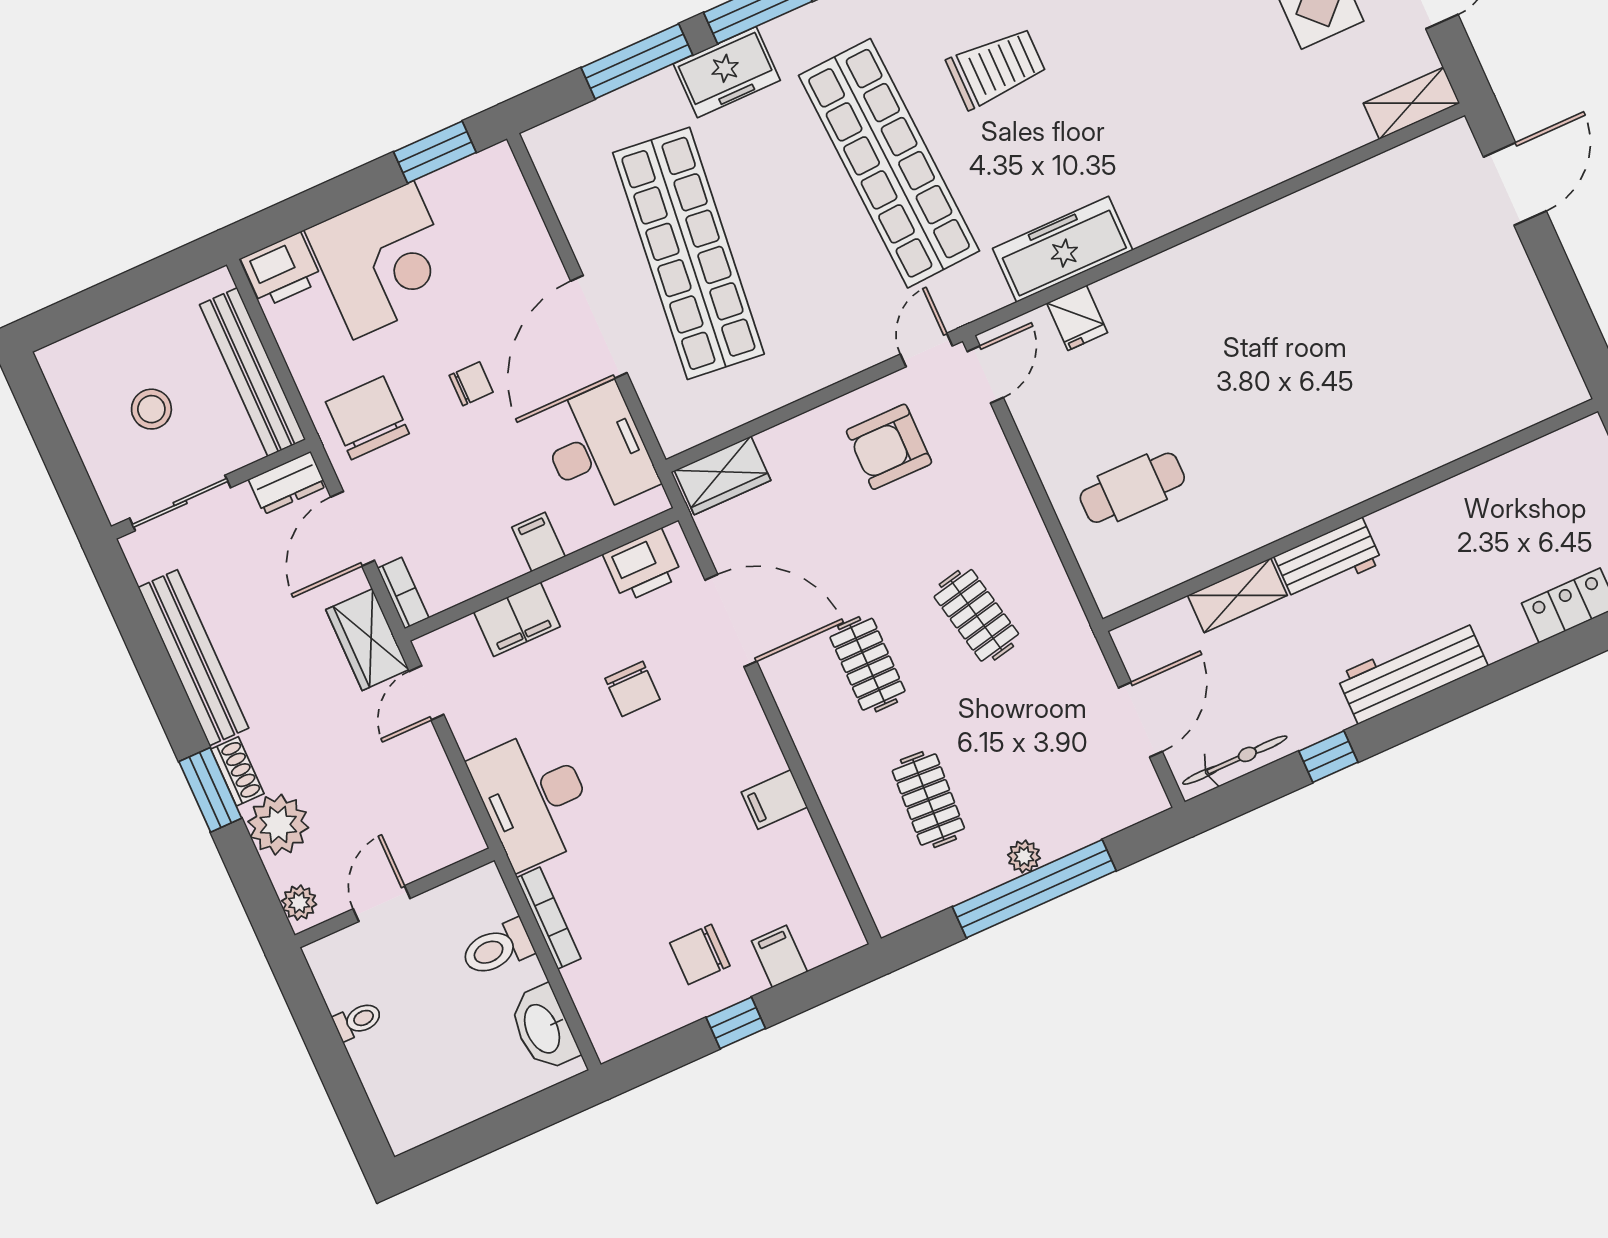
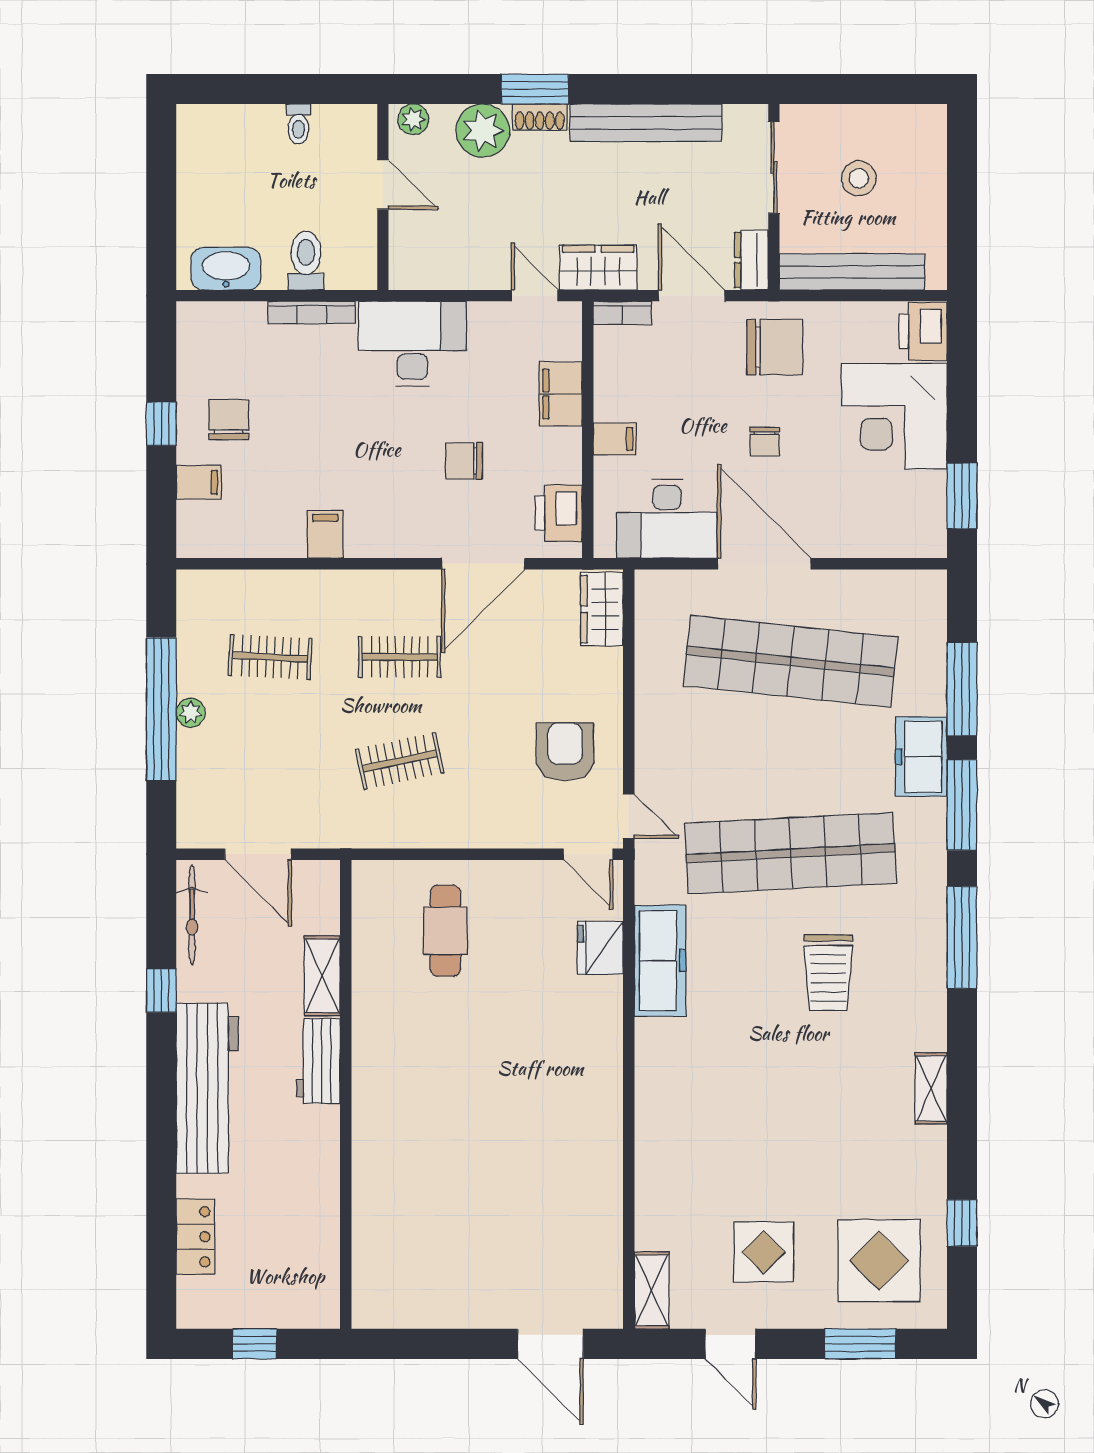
fridge: (1077, 318) -> (600, 948), width x1.38
workbench: (1412, 671) -> (207, 1088), width x1.36, depth x1.32

